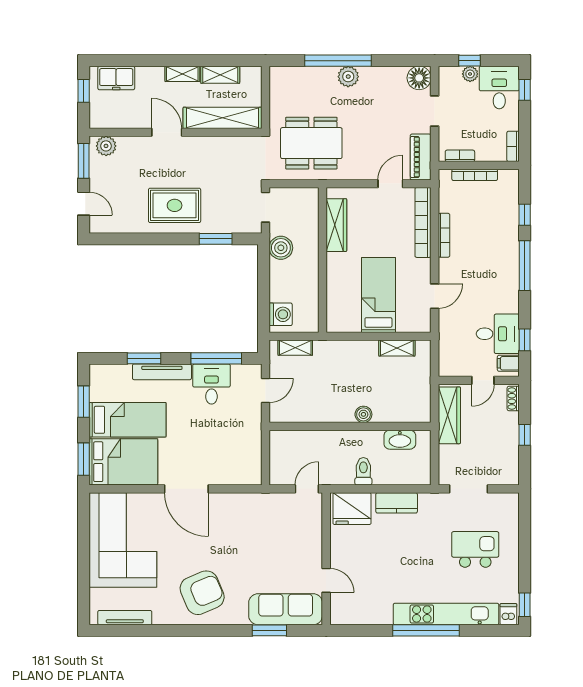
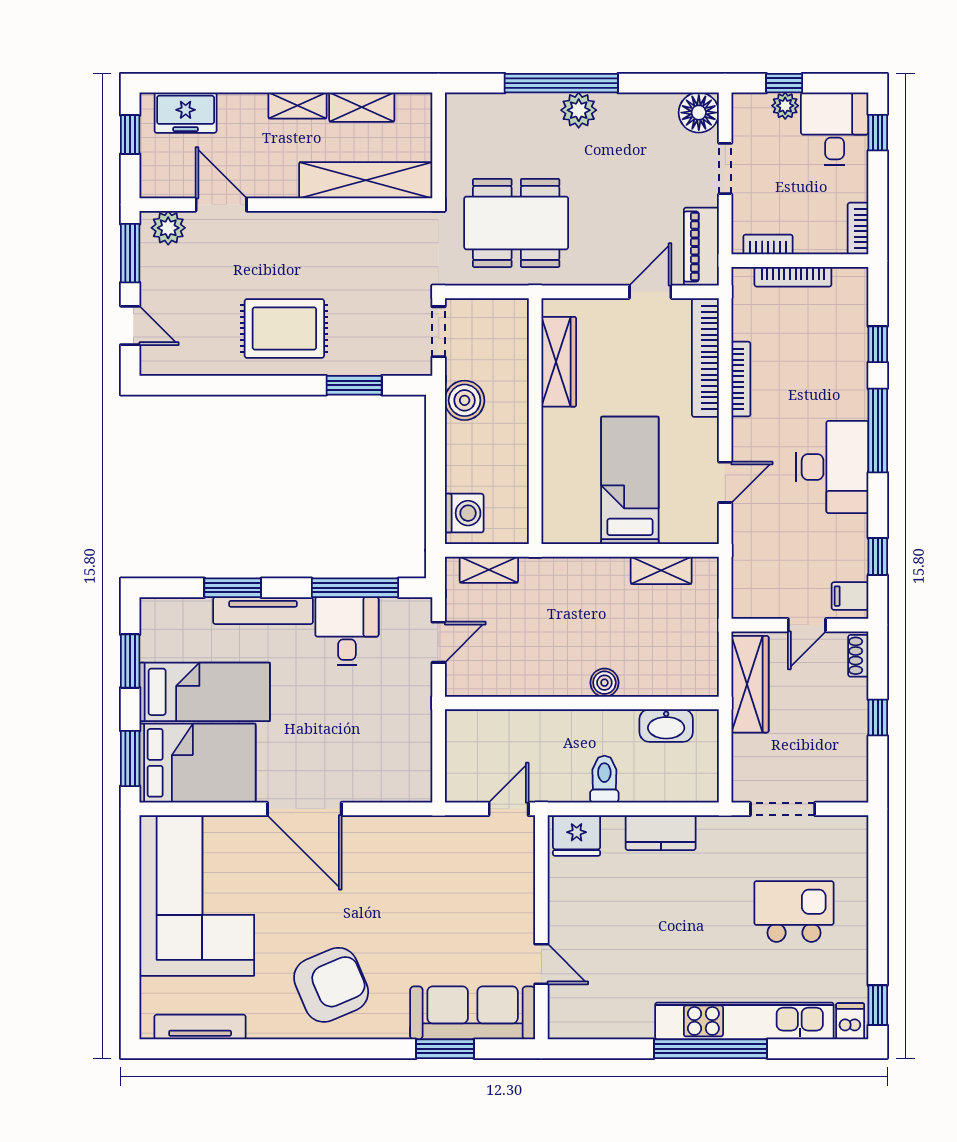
door: (167, 132) -> (221, 205), moved
desk: (498, 334) -> (832, 467), moved, width x1.37
fridge: (352, 509) -> (577, 835), width x0.73, depth x0.75

